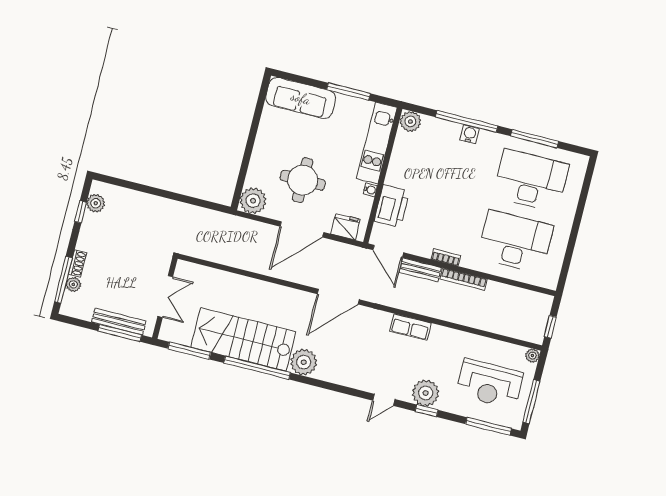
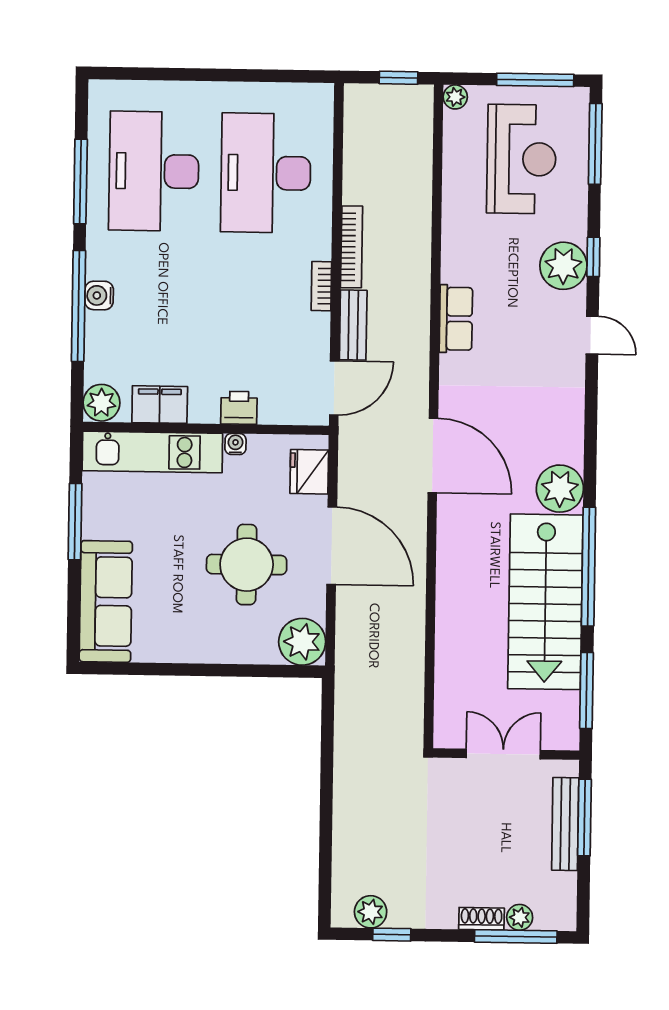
filing cabinet: (402, 153) -> (160, 405), added
printer: (392, 206) -> (239, 408), width x0.53, depth x0.68

